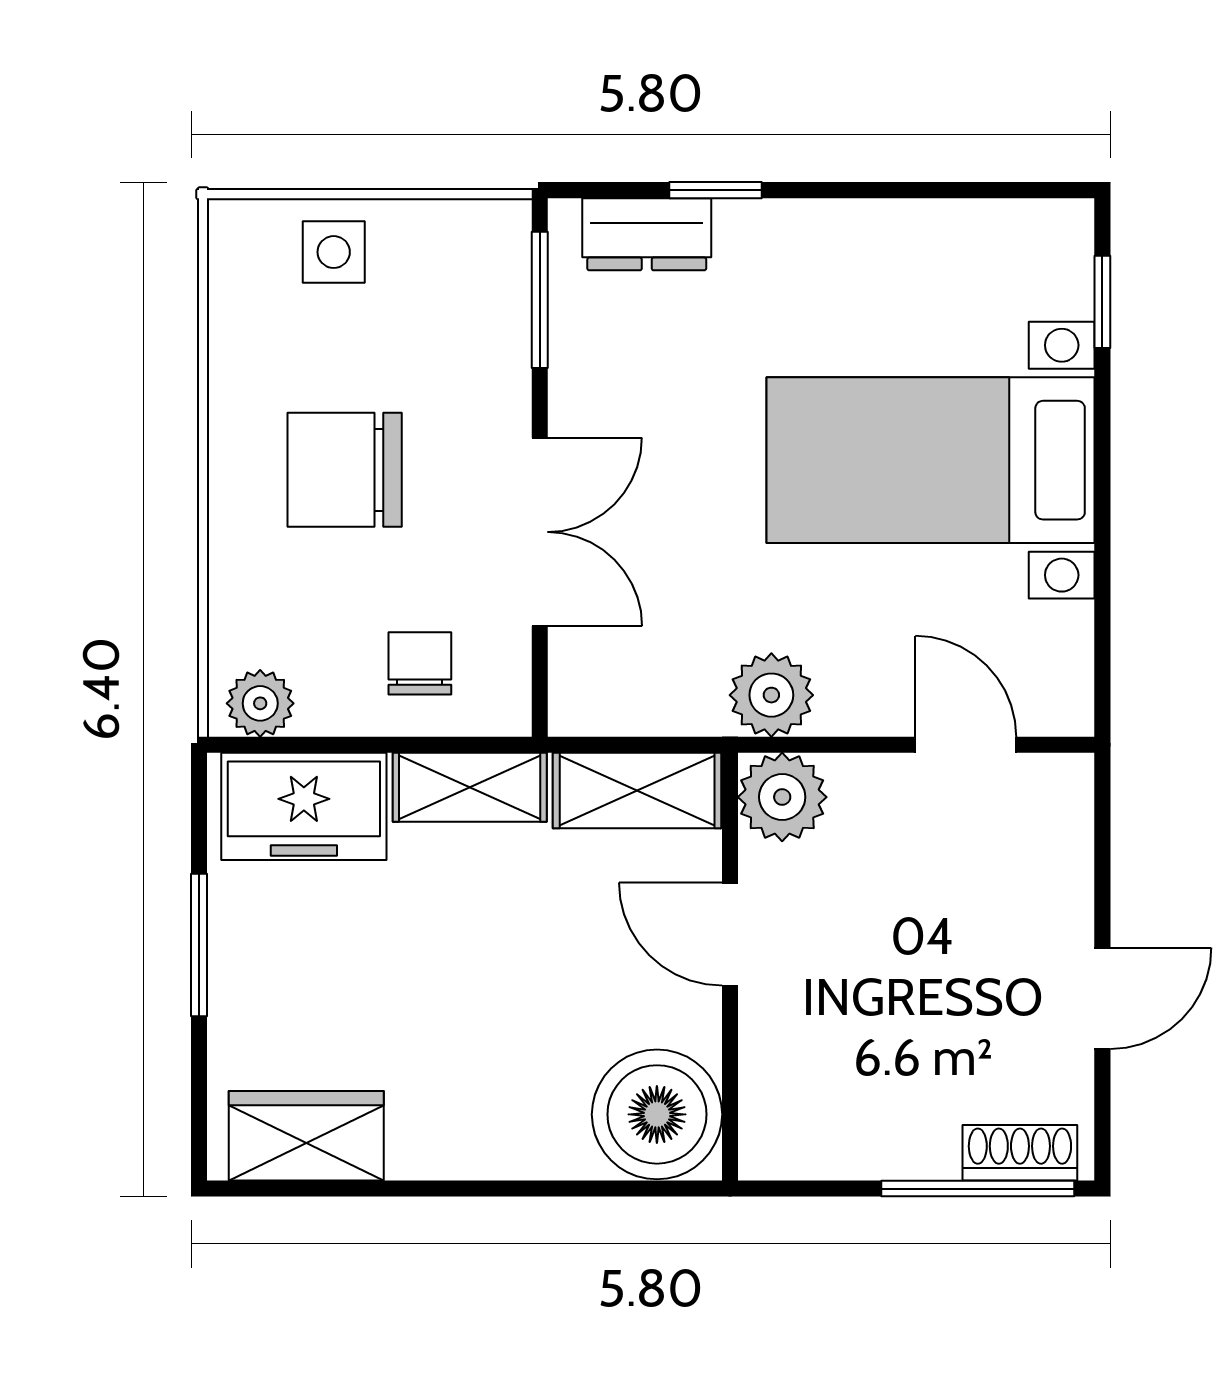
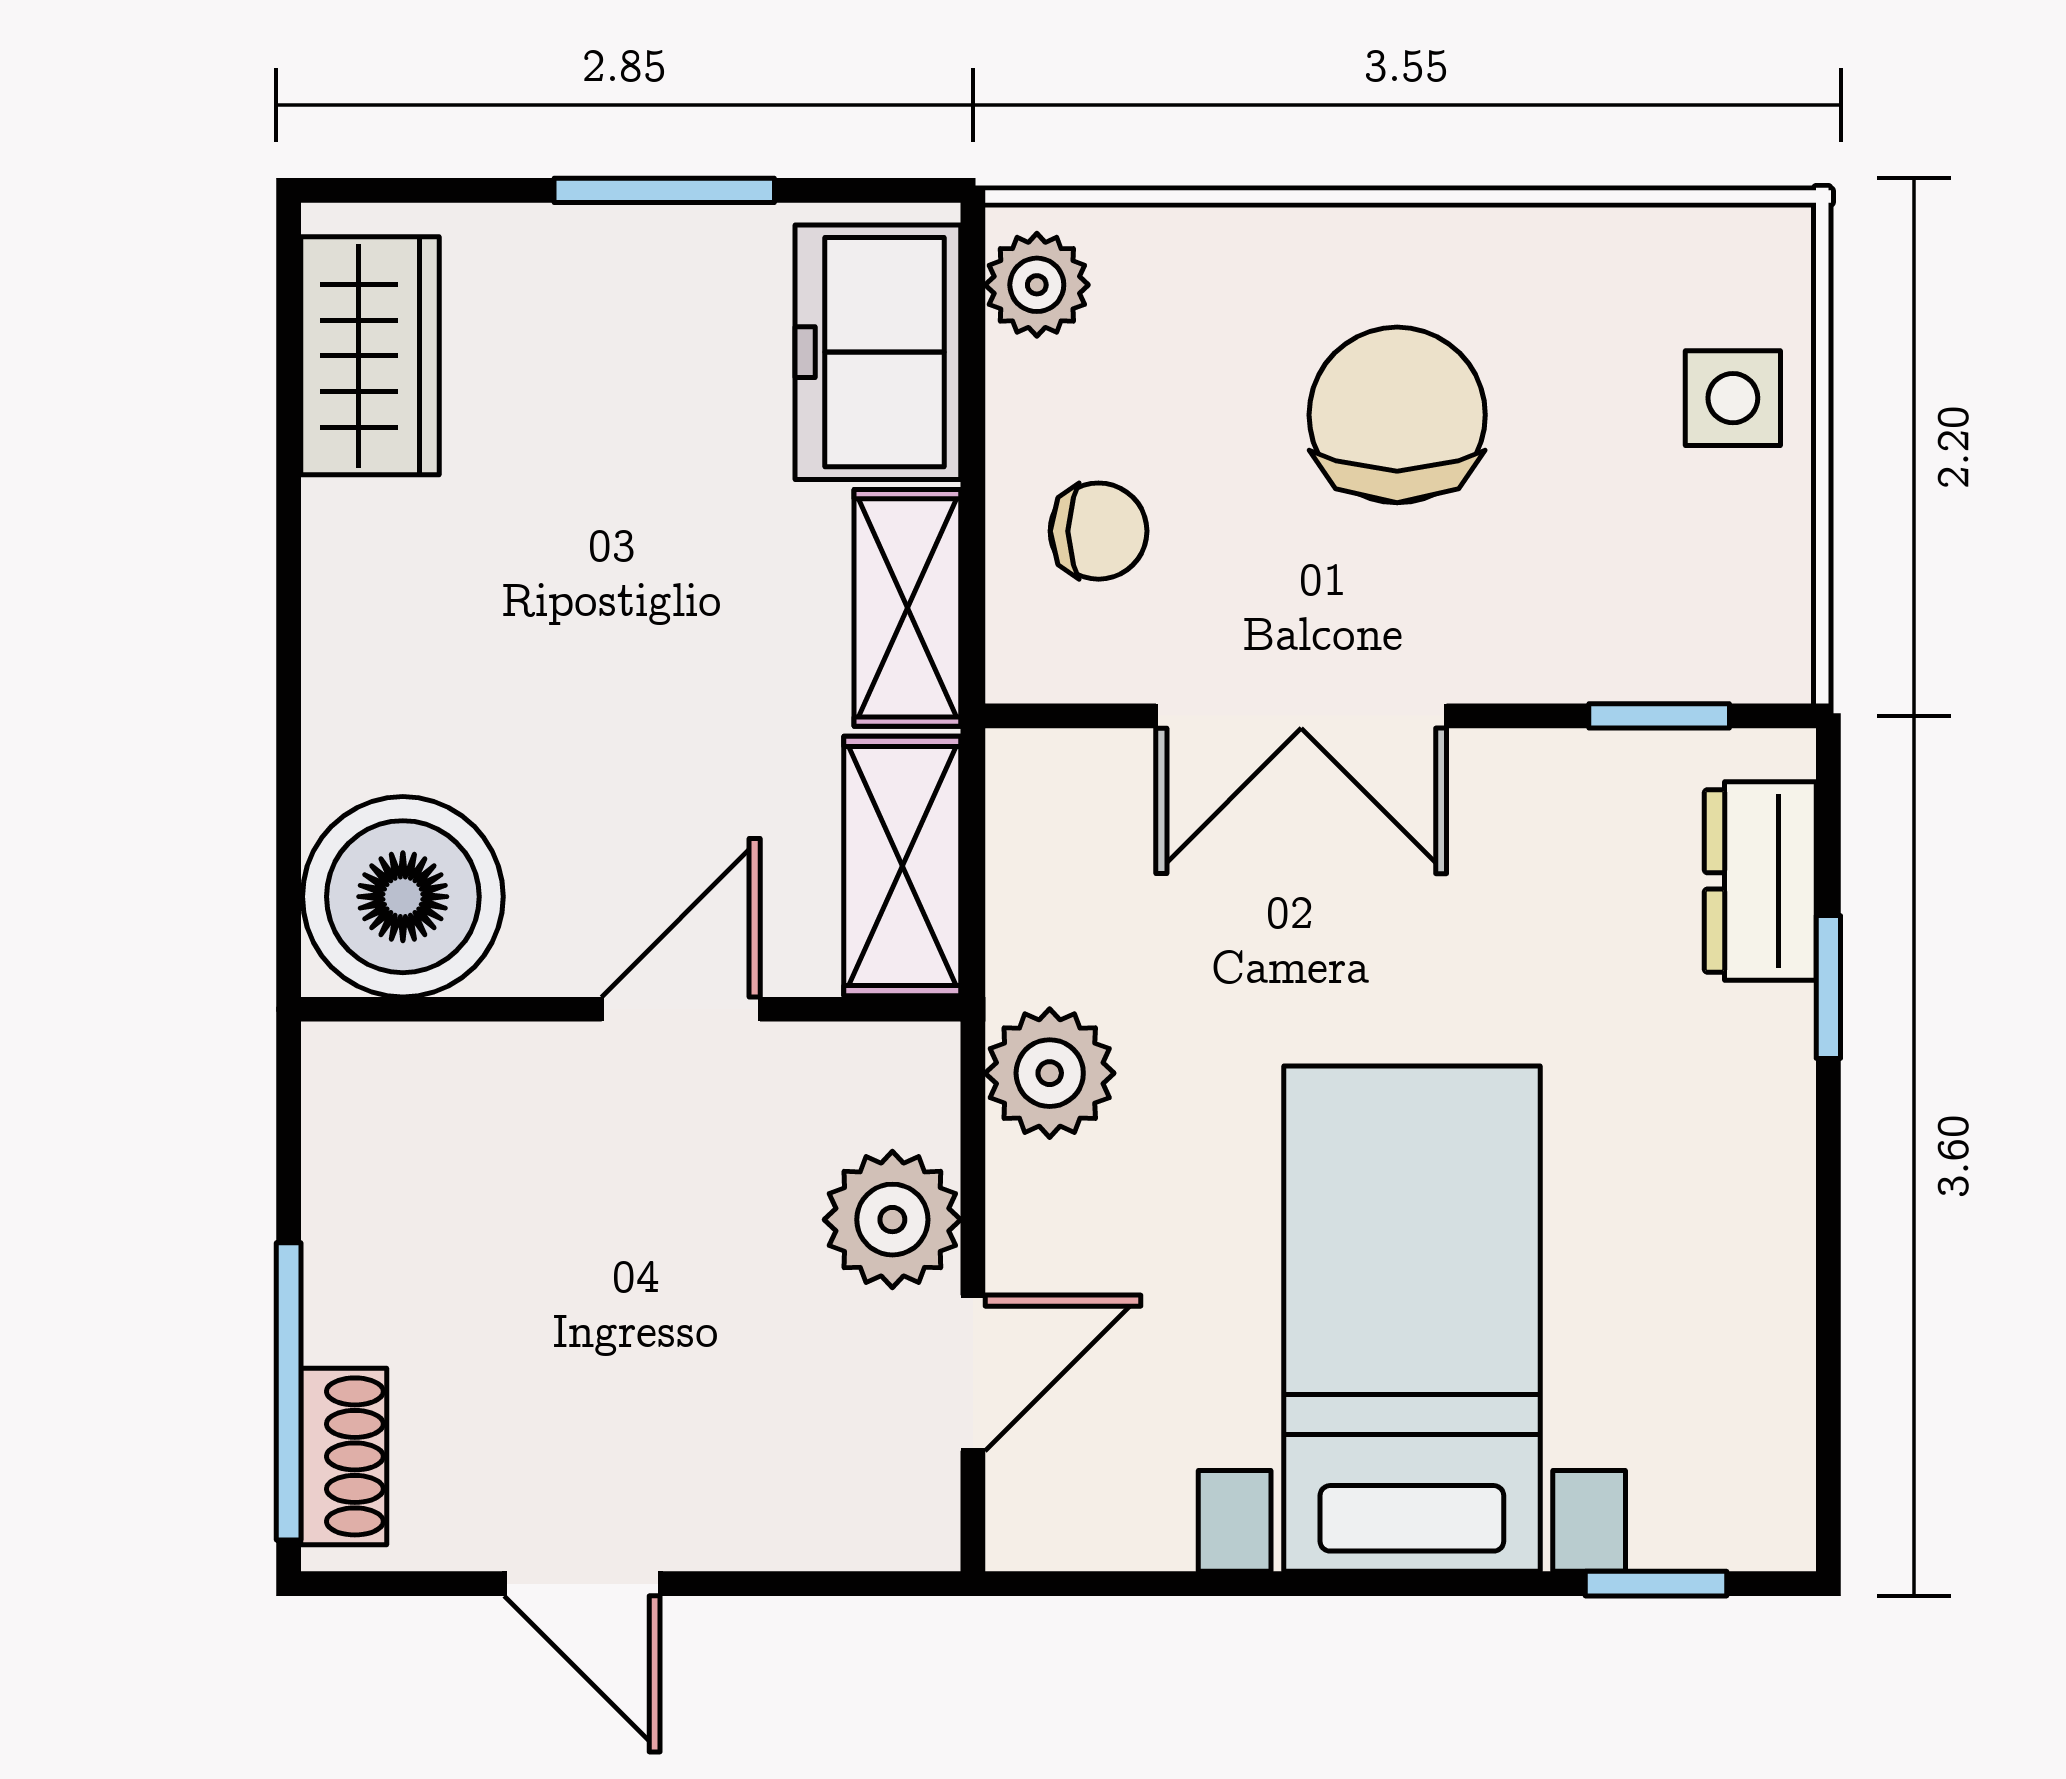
window: (540, 300) -> (1659, 716), width x0.67
plant: (782, 797) -> (892, 1220), moved

